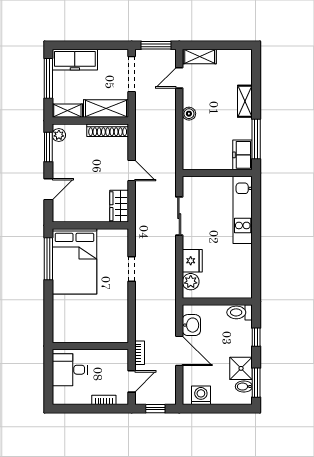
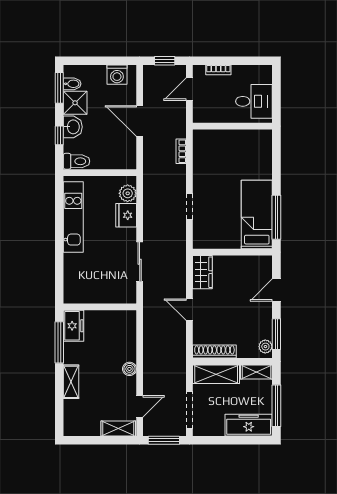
kitchen unit: (243, 210) -> (73, 217), moved
bed: (74, 261) -> (257, 215), width x0.67
washbasin: (191, 325) -> (73, 127), moved, turned 180
bookcase: (140, 353) -> (181, 151), moved

